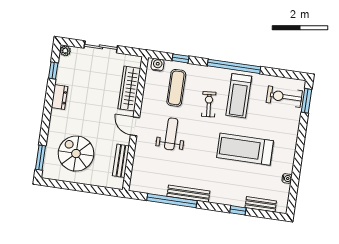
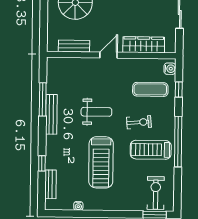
weight bench: (171, 134) -> (96, 112), moved
treadmill: (245, 149) -> (101, 162), turned 180
window: (172, 201) -> (43, 99), width x0.68

